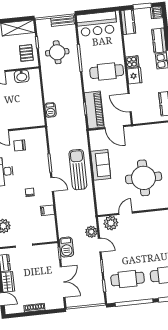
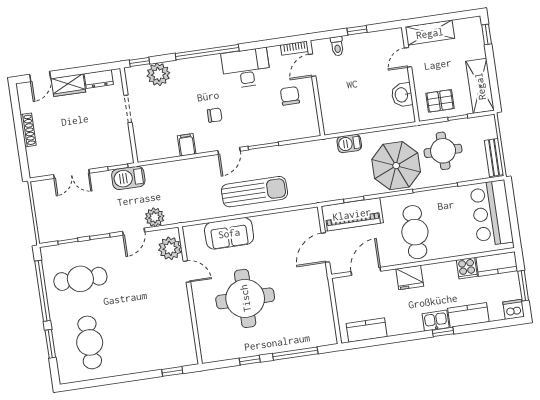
cooker: (132, 62) -> (467, 268), moved
parasol: (65, 82) -> (396, 166), added
sofa: (101, 165) -> (229, 233), moved
cafe table: (128, 279) -> (80, 279), turned 90
double door: (63, 282) -> (71, 174), width x0.73

